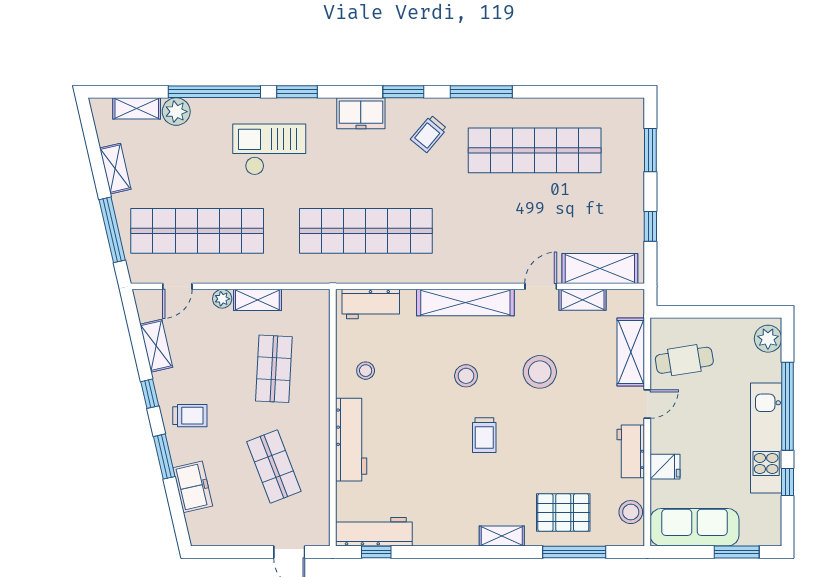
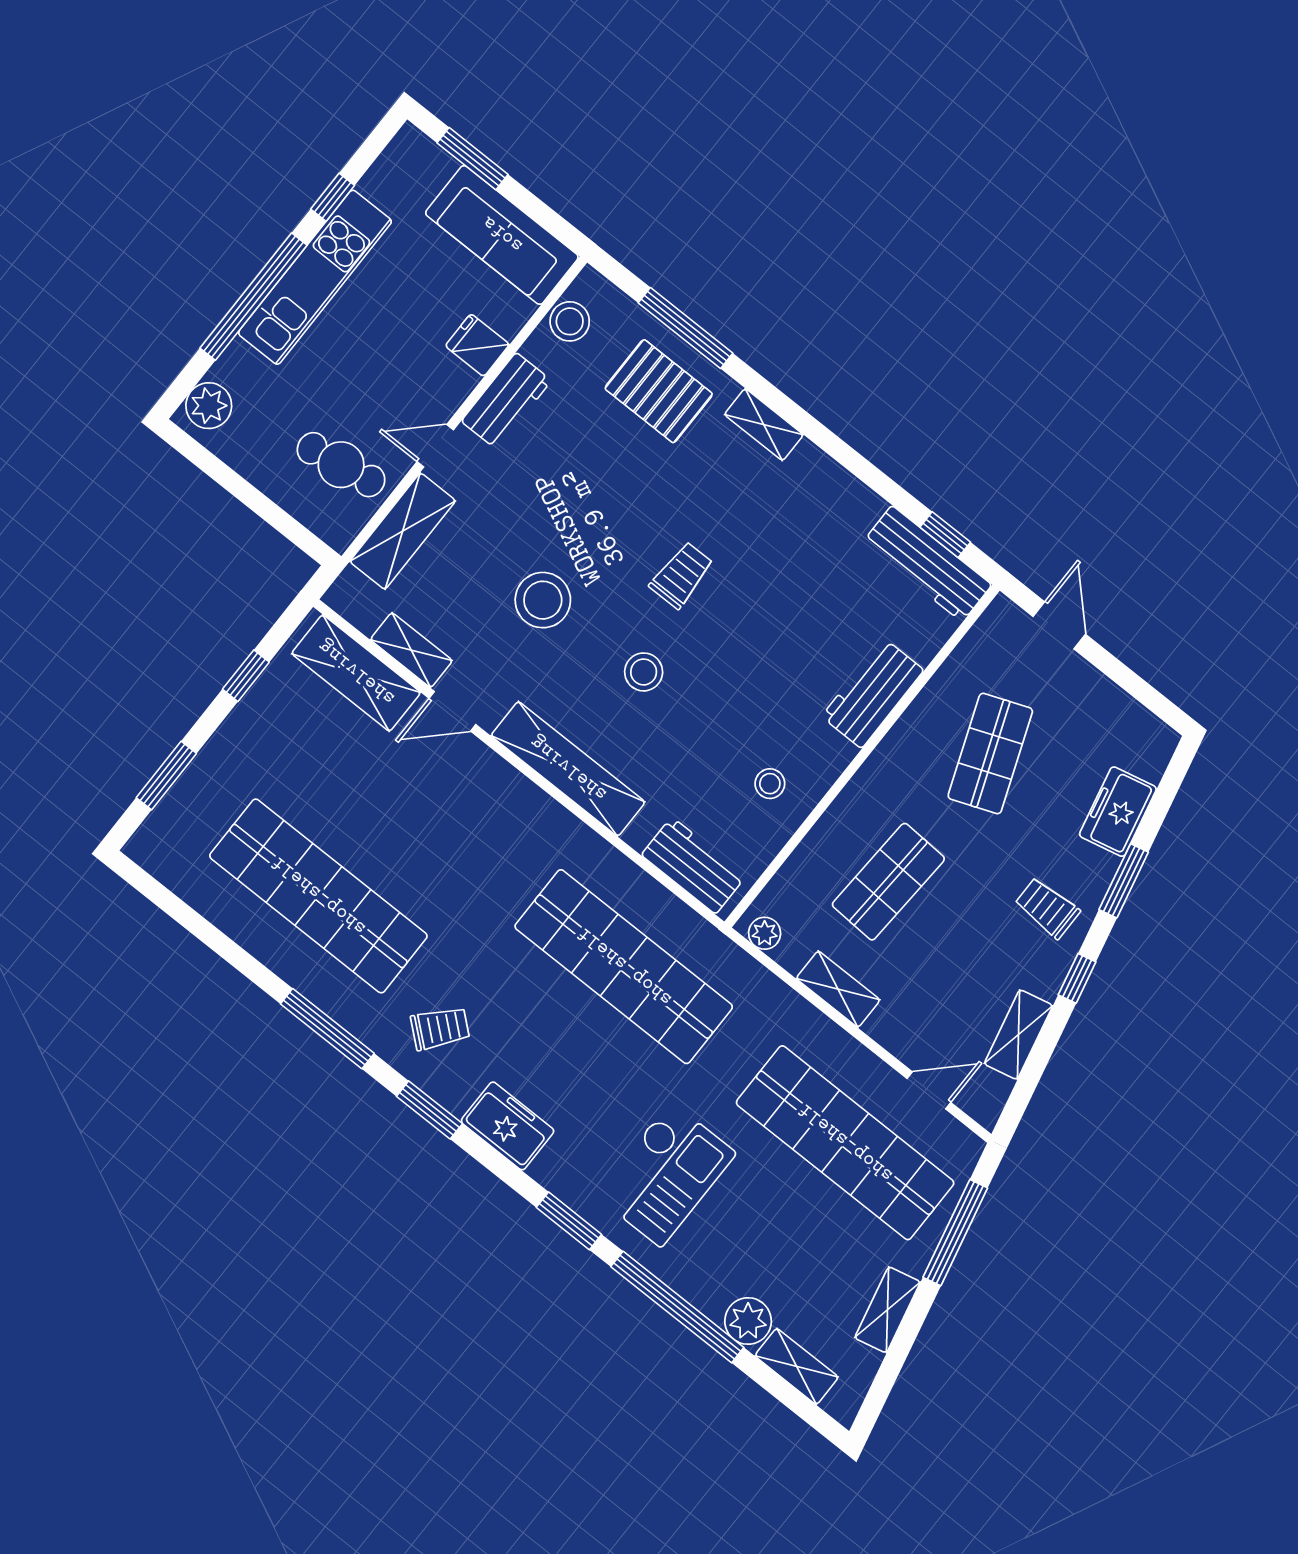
checkout: (269, 150) -> (666, 1174), turned -90
plant: (222, 299) -> (765, 933), moved
workbench: (351, 440) -> (873, 693), width x0.73

